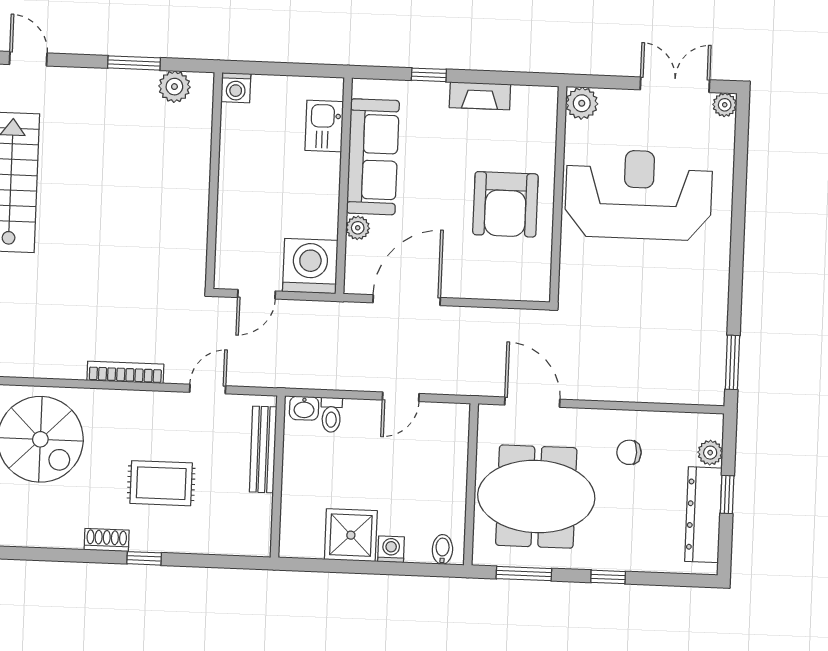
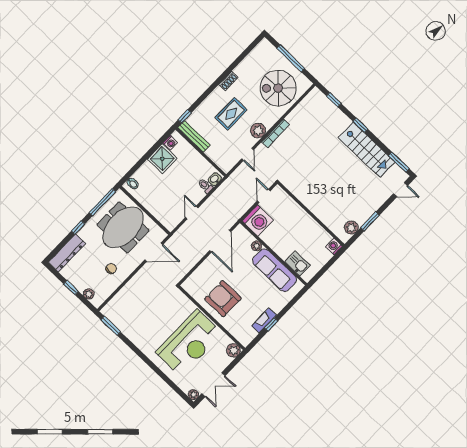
window: (429, 75) -> (271, 324), moved
plant: (148, 408) -> (258, 131), added
bench: (263, 449) -> (194, 136), moved
dresser: (703, 515) -> (67, 253), moved, turned 90
washing machine: (391, 549) -> (170, 143), moved
window: (144, 558) -> (185, 116), moved
window: (524, 574) -> (102, 202), width x1.44

